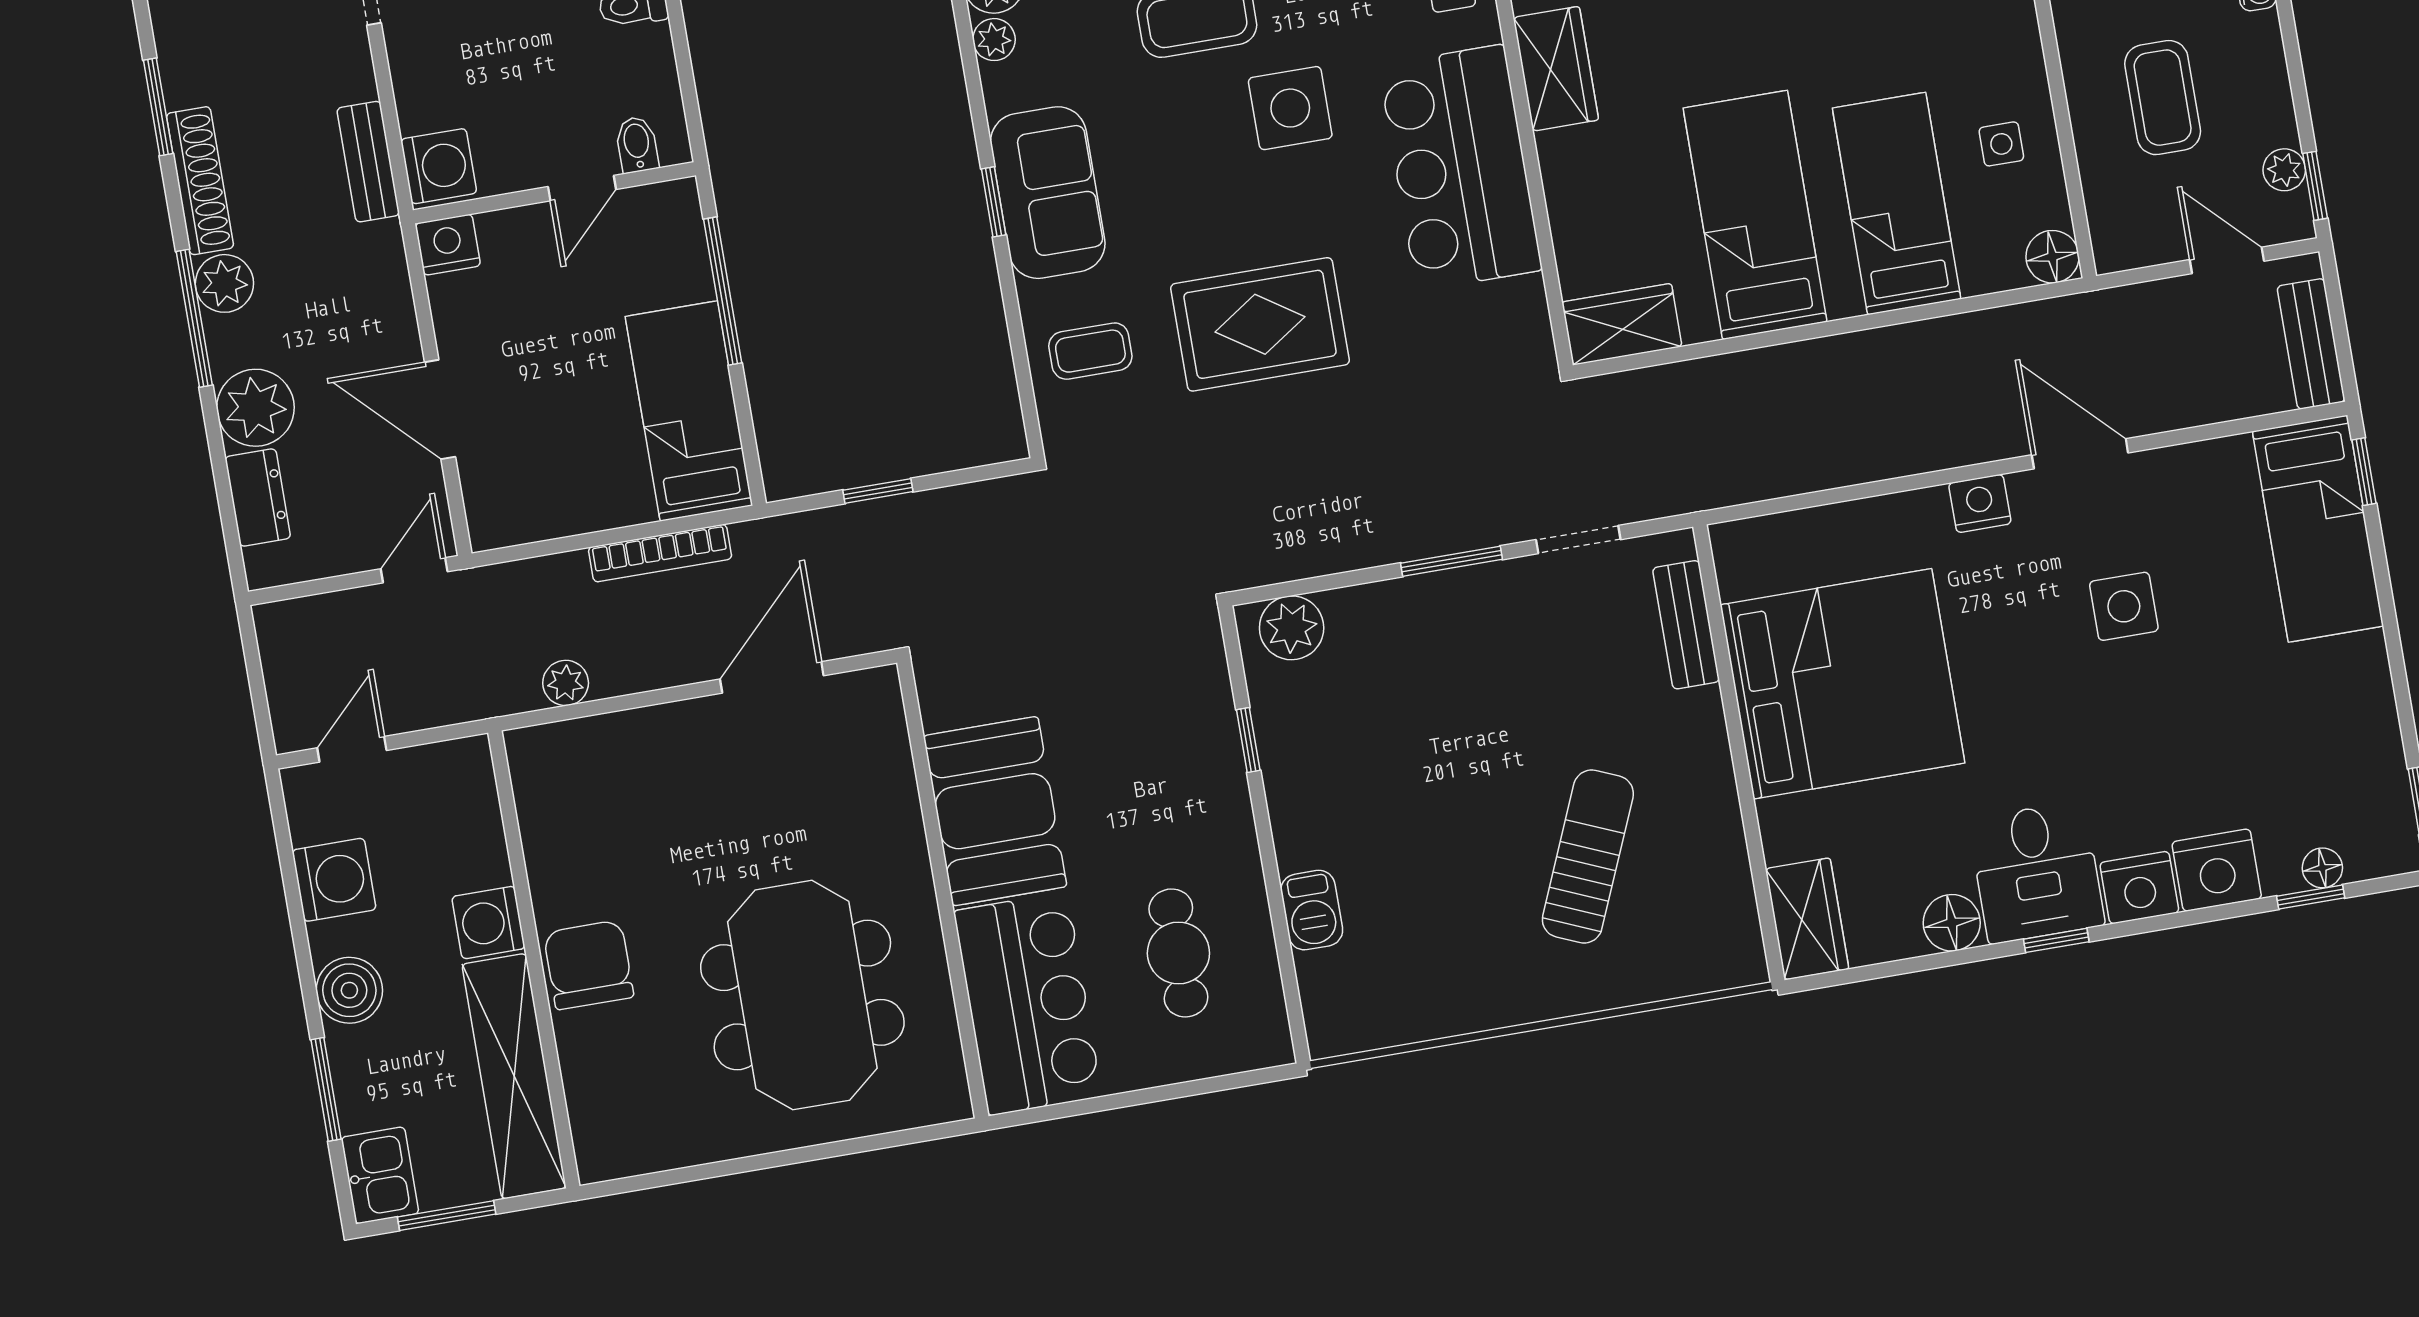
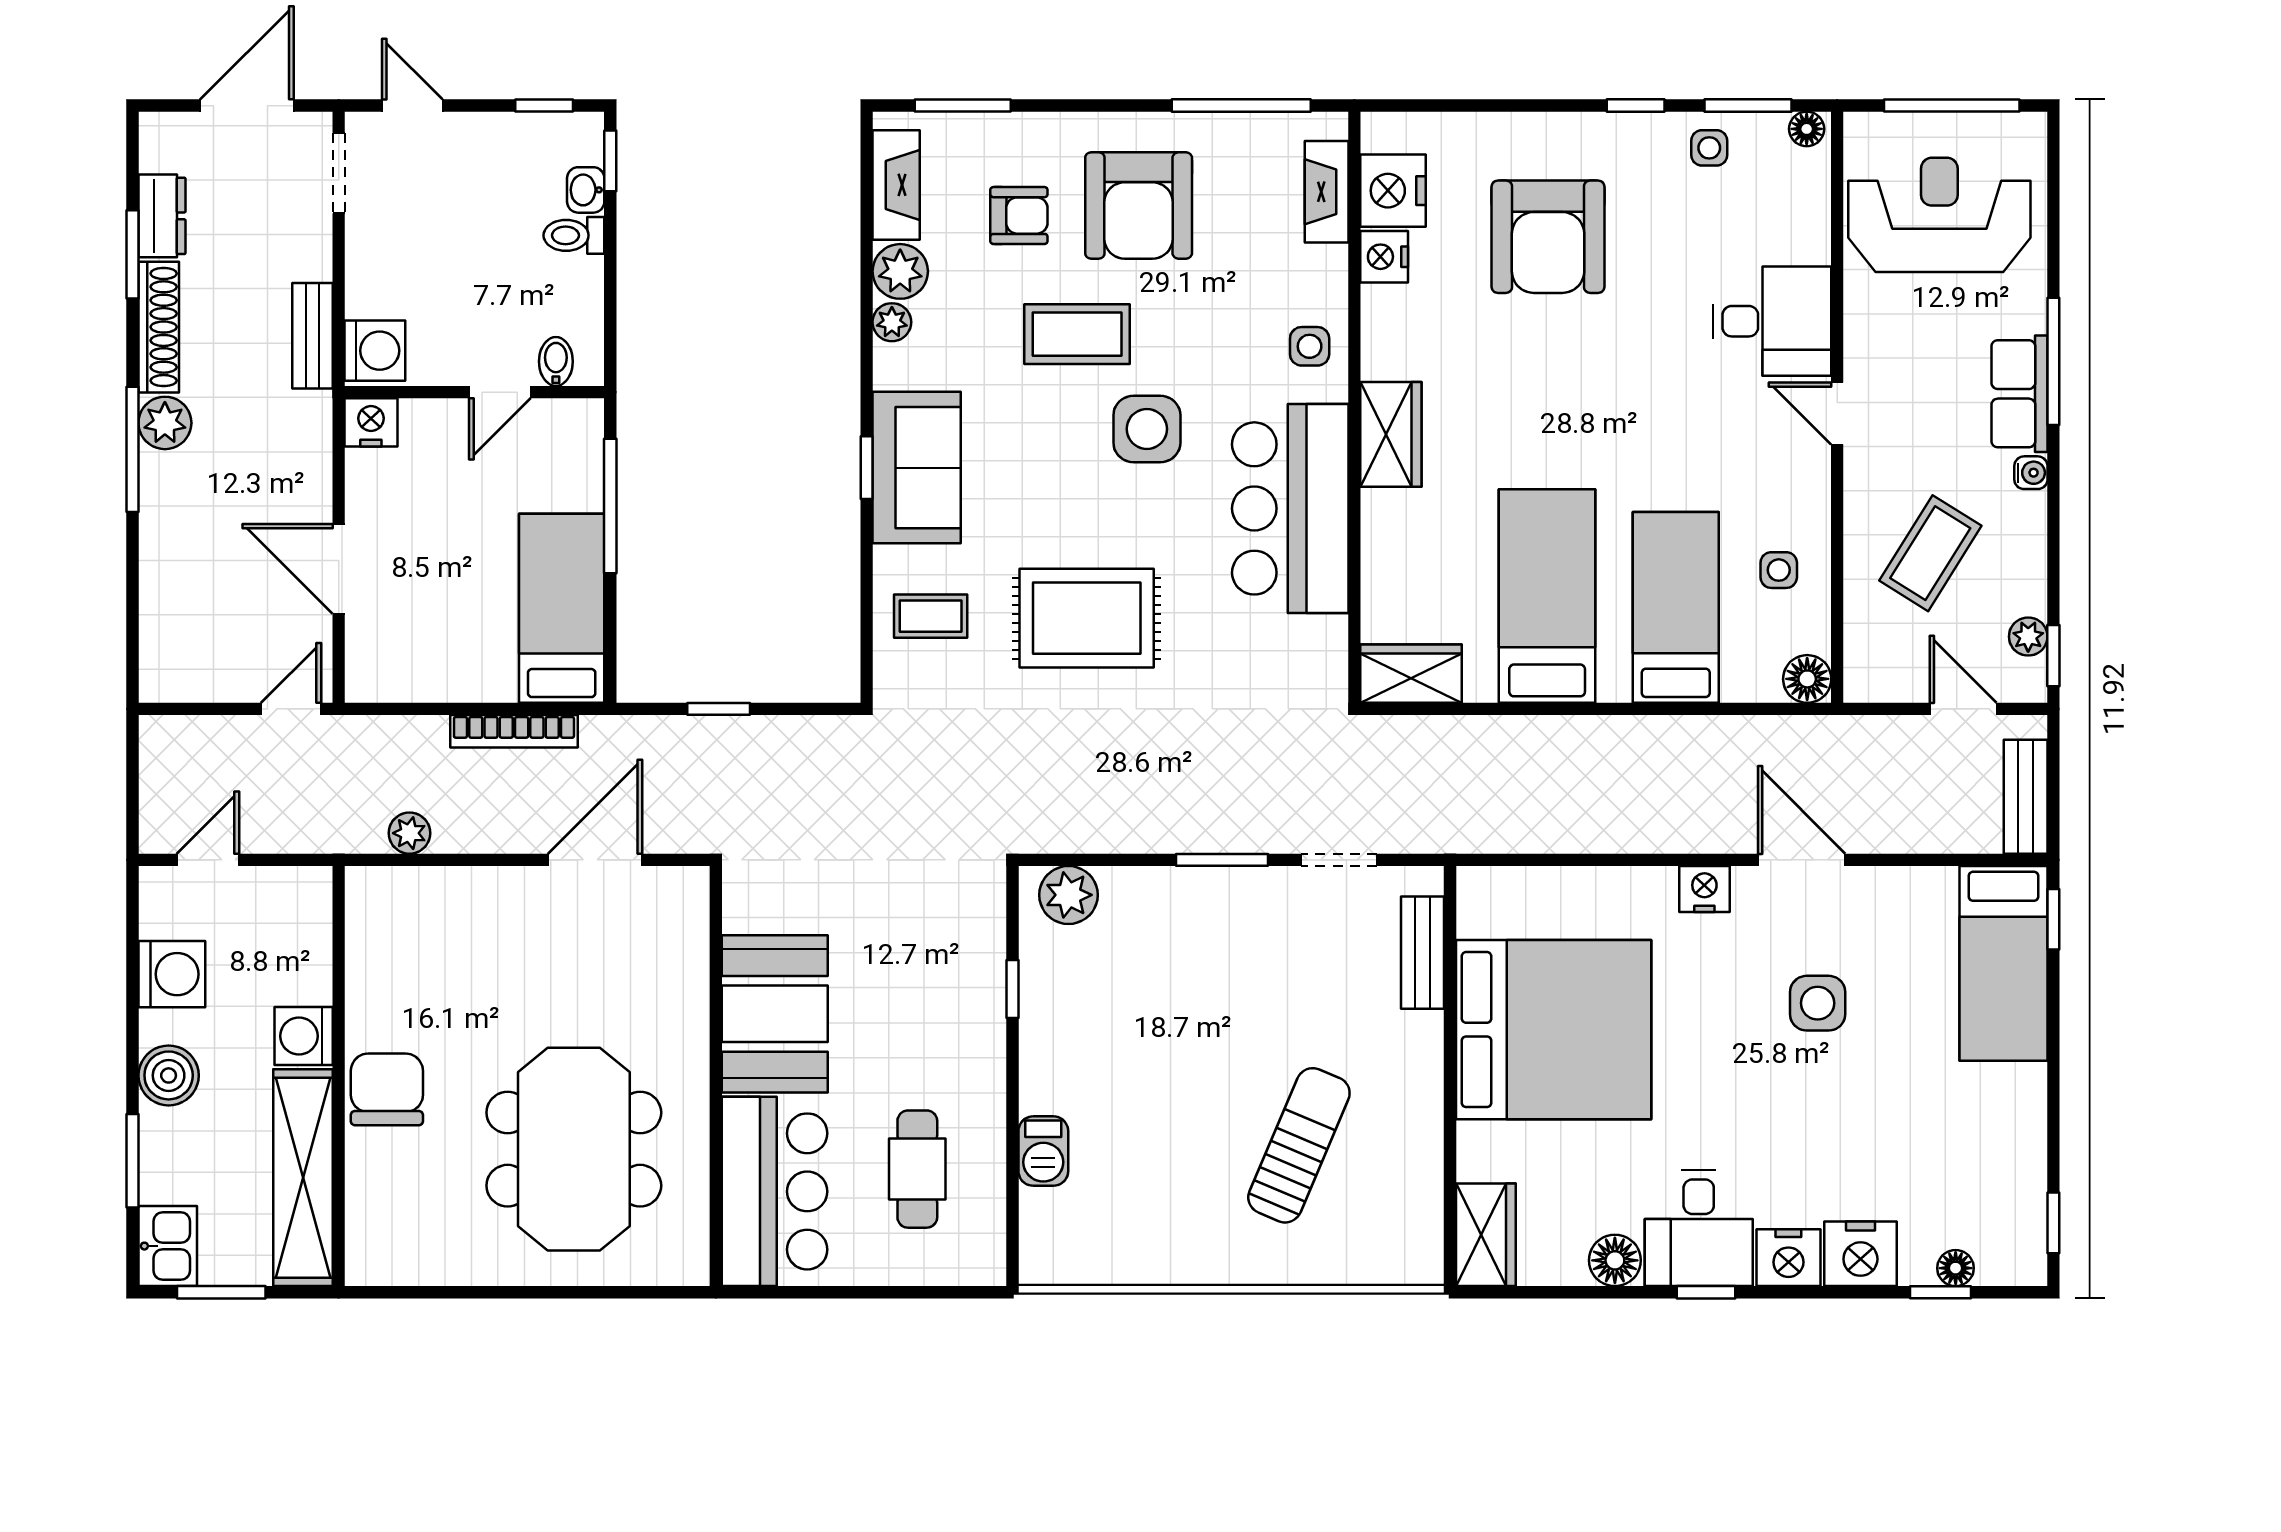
coffee table: (2163, 98) -> (1930, 553), turned 32
plant: (255, 408) -> (174, 539), removed
dresser: (258, 497) -> (162, 216), moved

